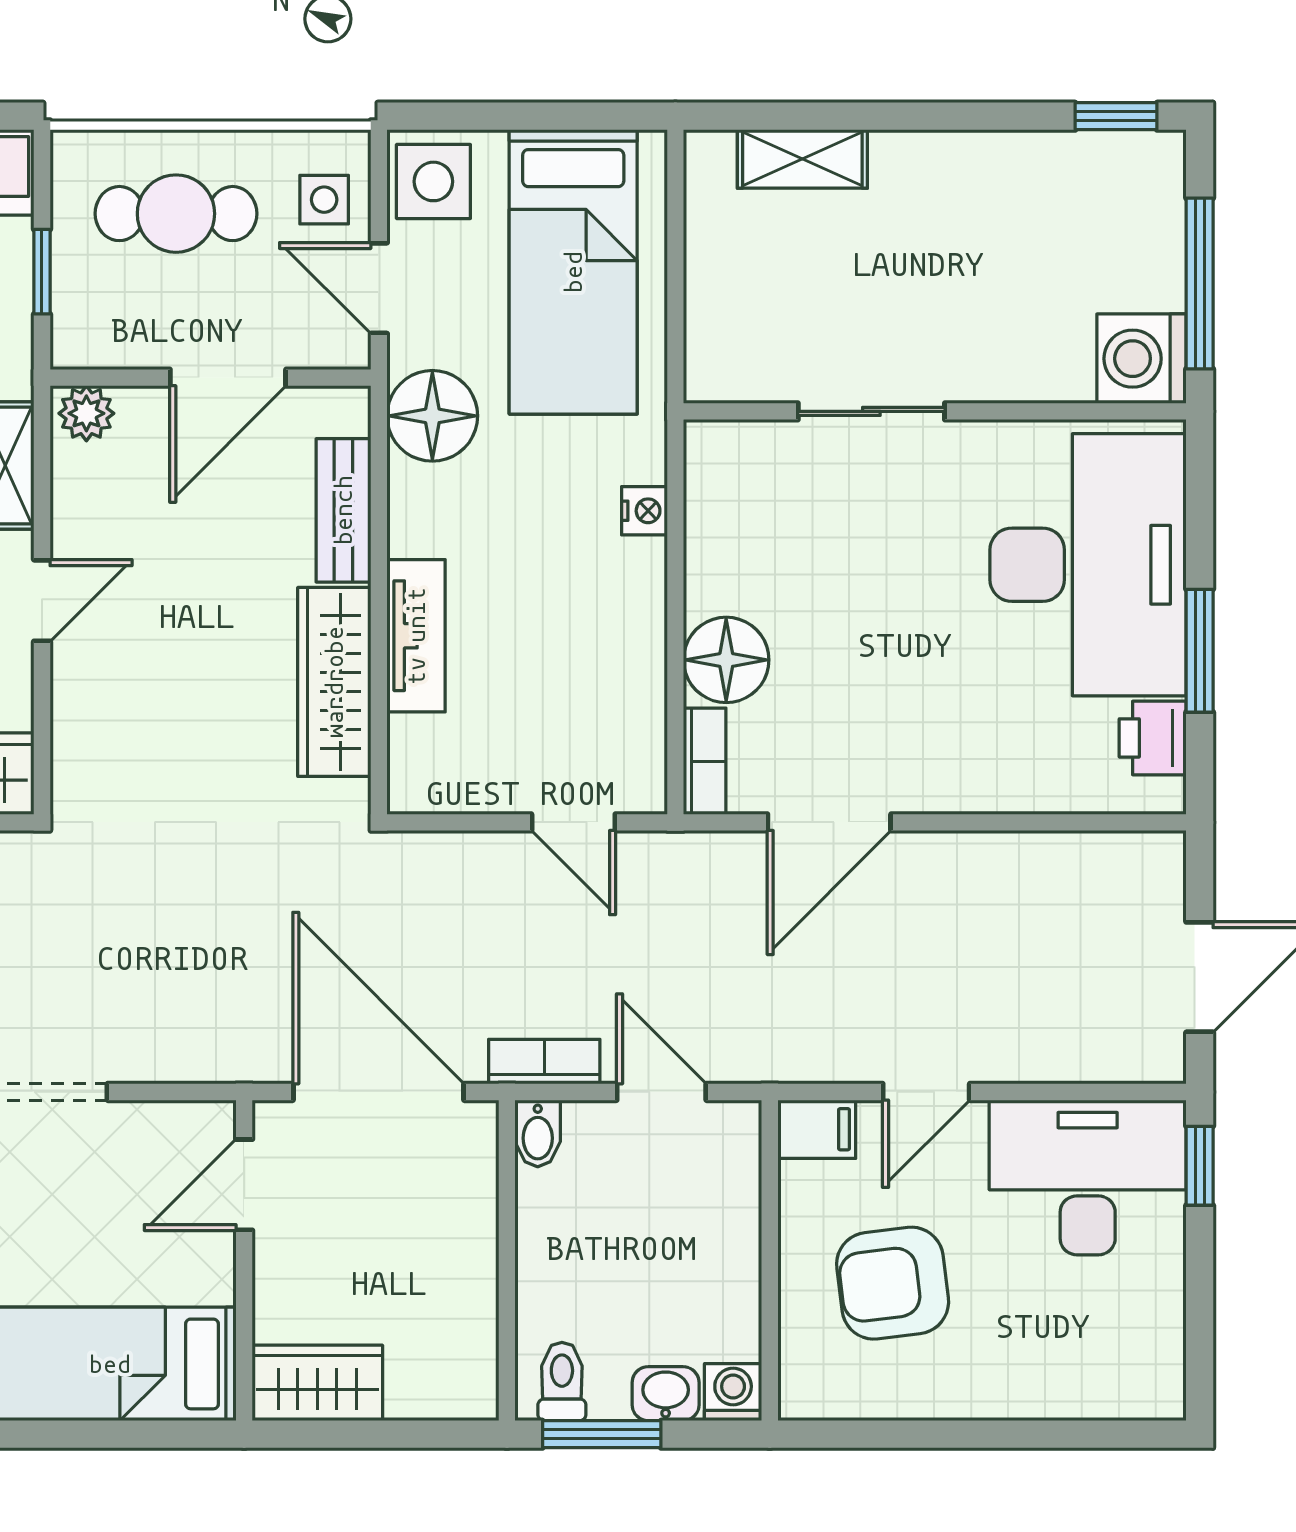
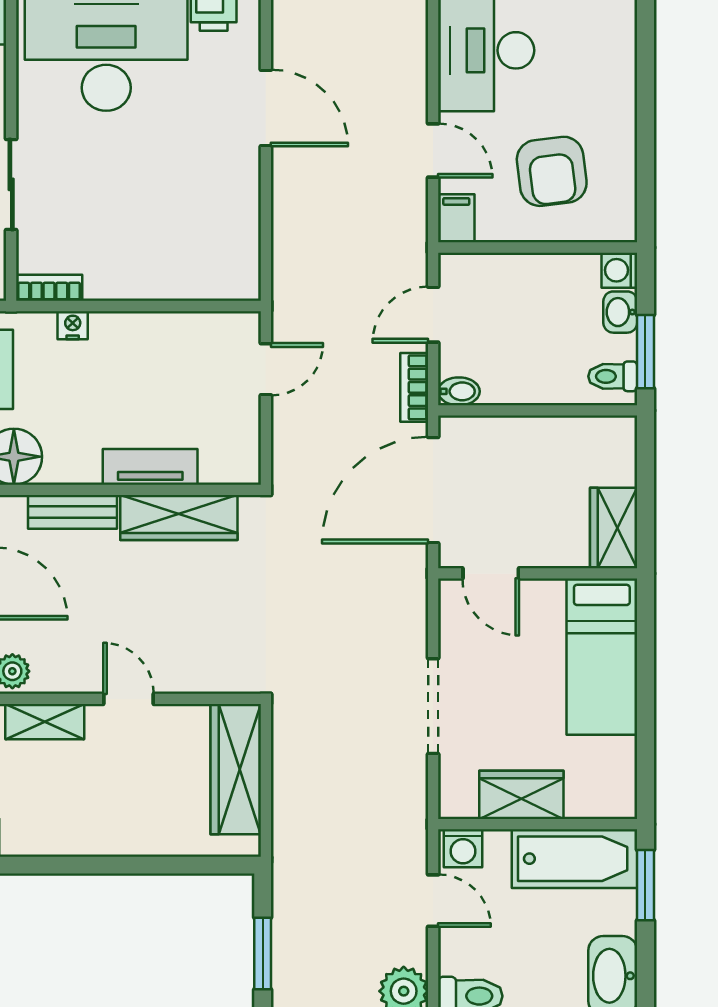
floor lamp: (726, 660) -> (165, 274), removed
bookcase: (705, 761) -> (49, 288), moved
door: (829, 822) -> (266, 108), moved

